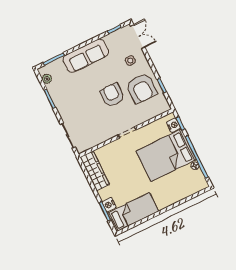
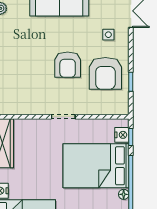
armchair: (112, 95) -> (68, 65), turned 180

